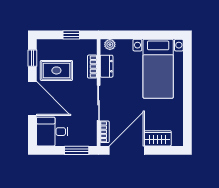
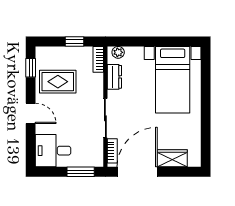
bookcase: (92, 67) -> (98, 59), moved
door: (32, 98) -> (31, 113), width x0.53

